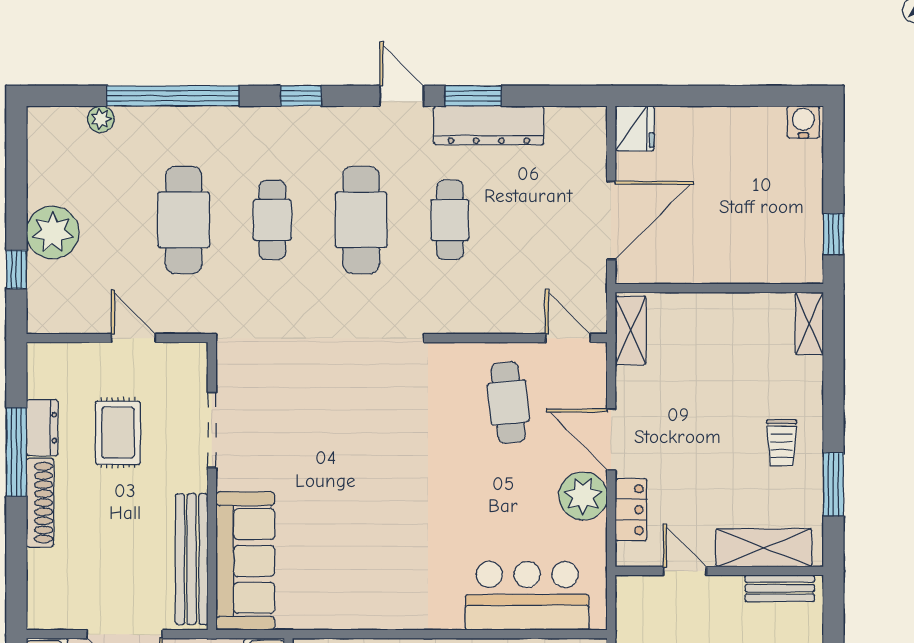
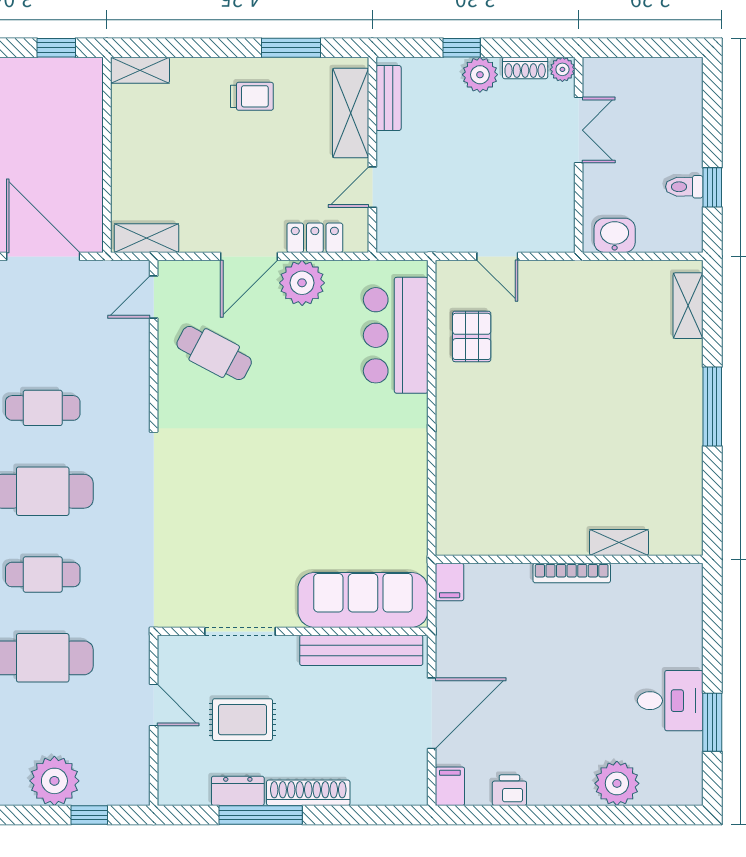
door: (133, 338) -> (154, 705), swing flipped
cafe table: (508, 402) -> (214, 353), turned 34

